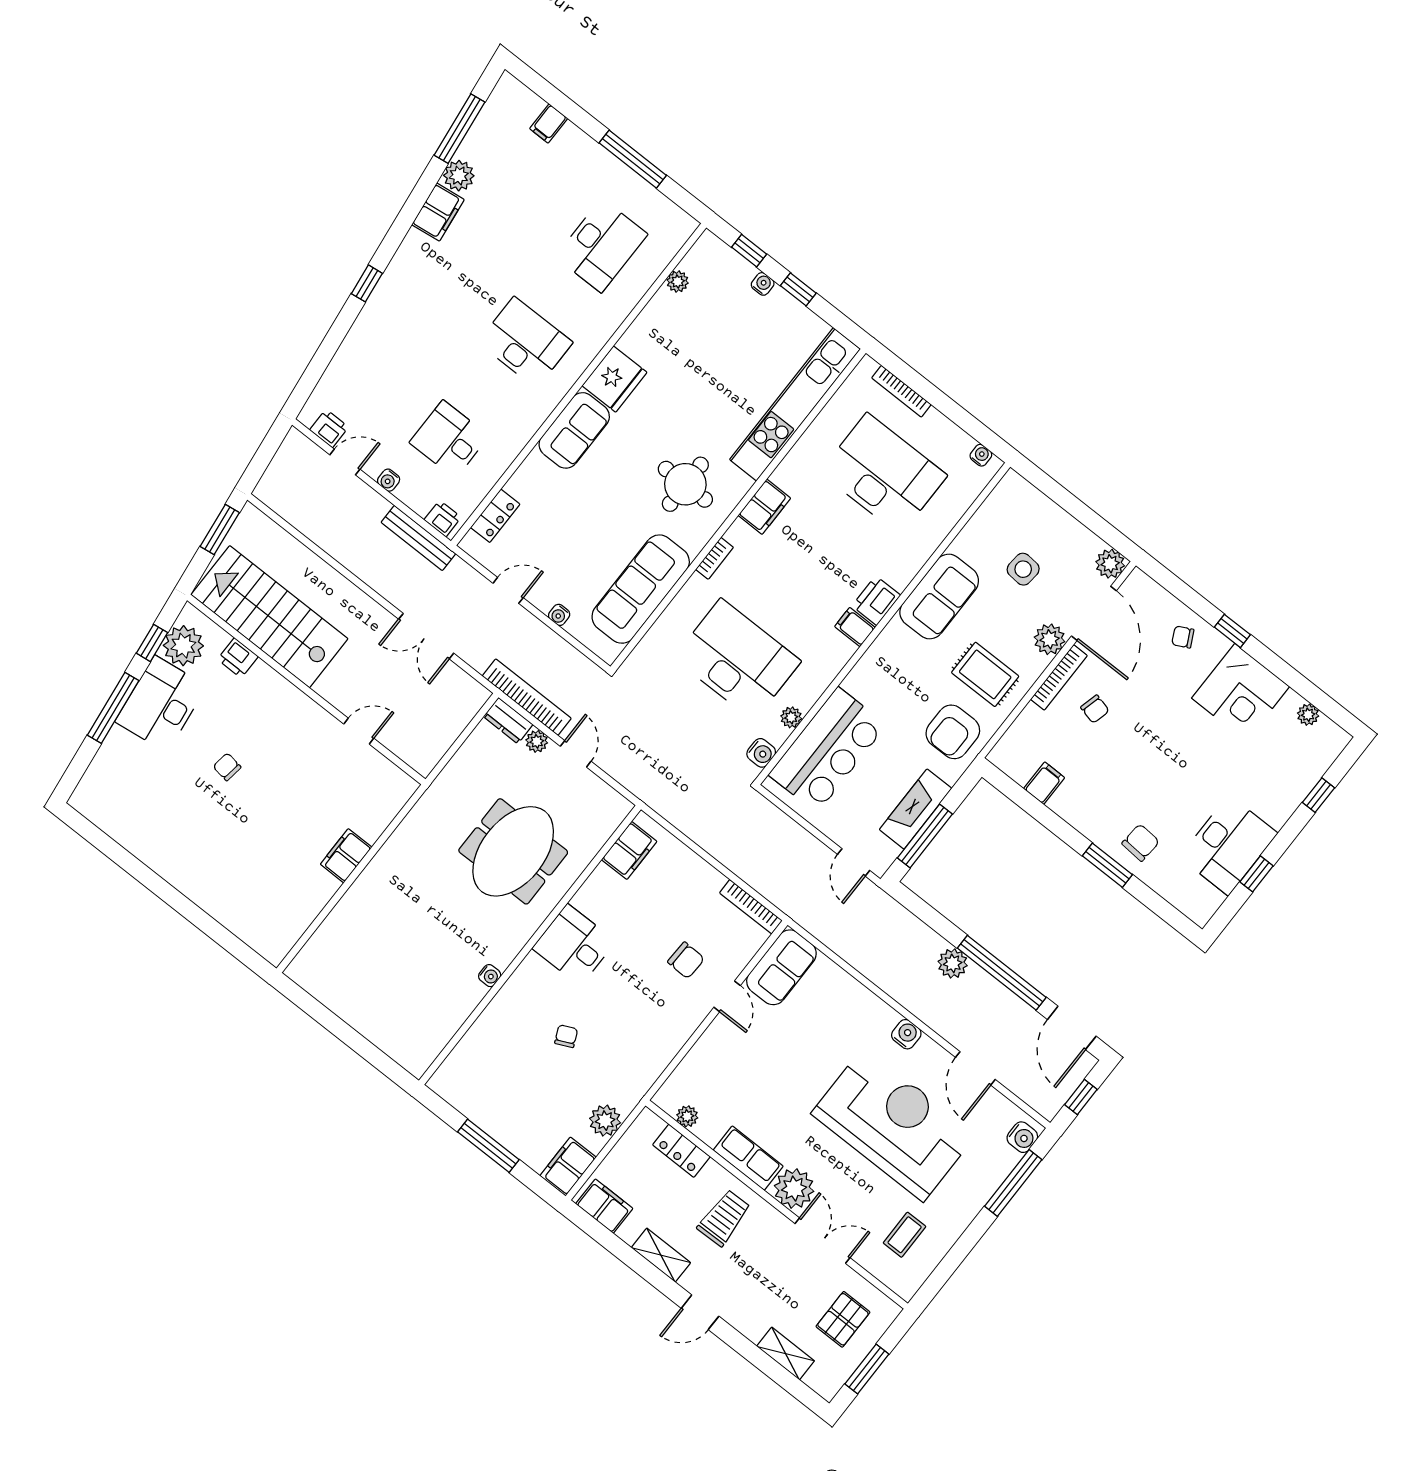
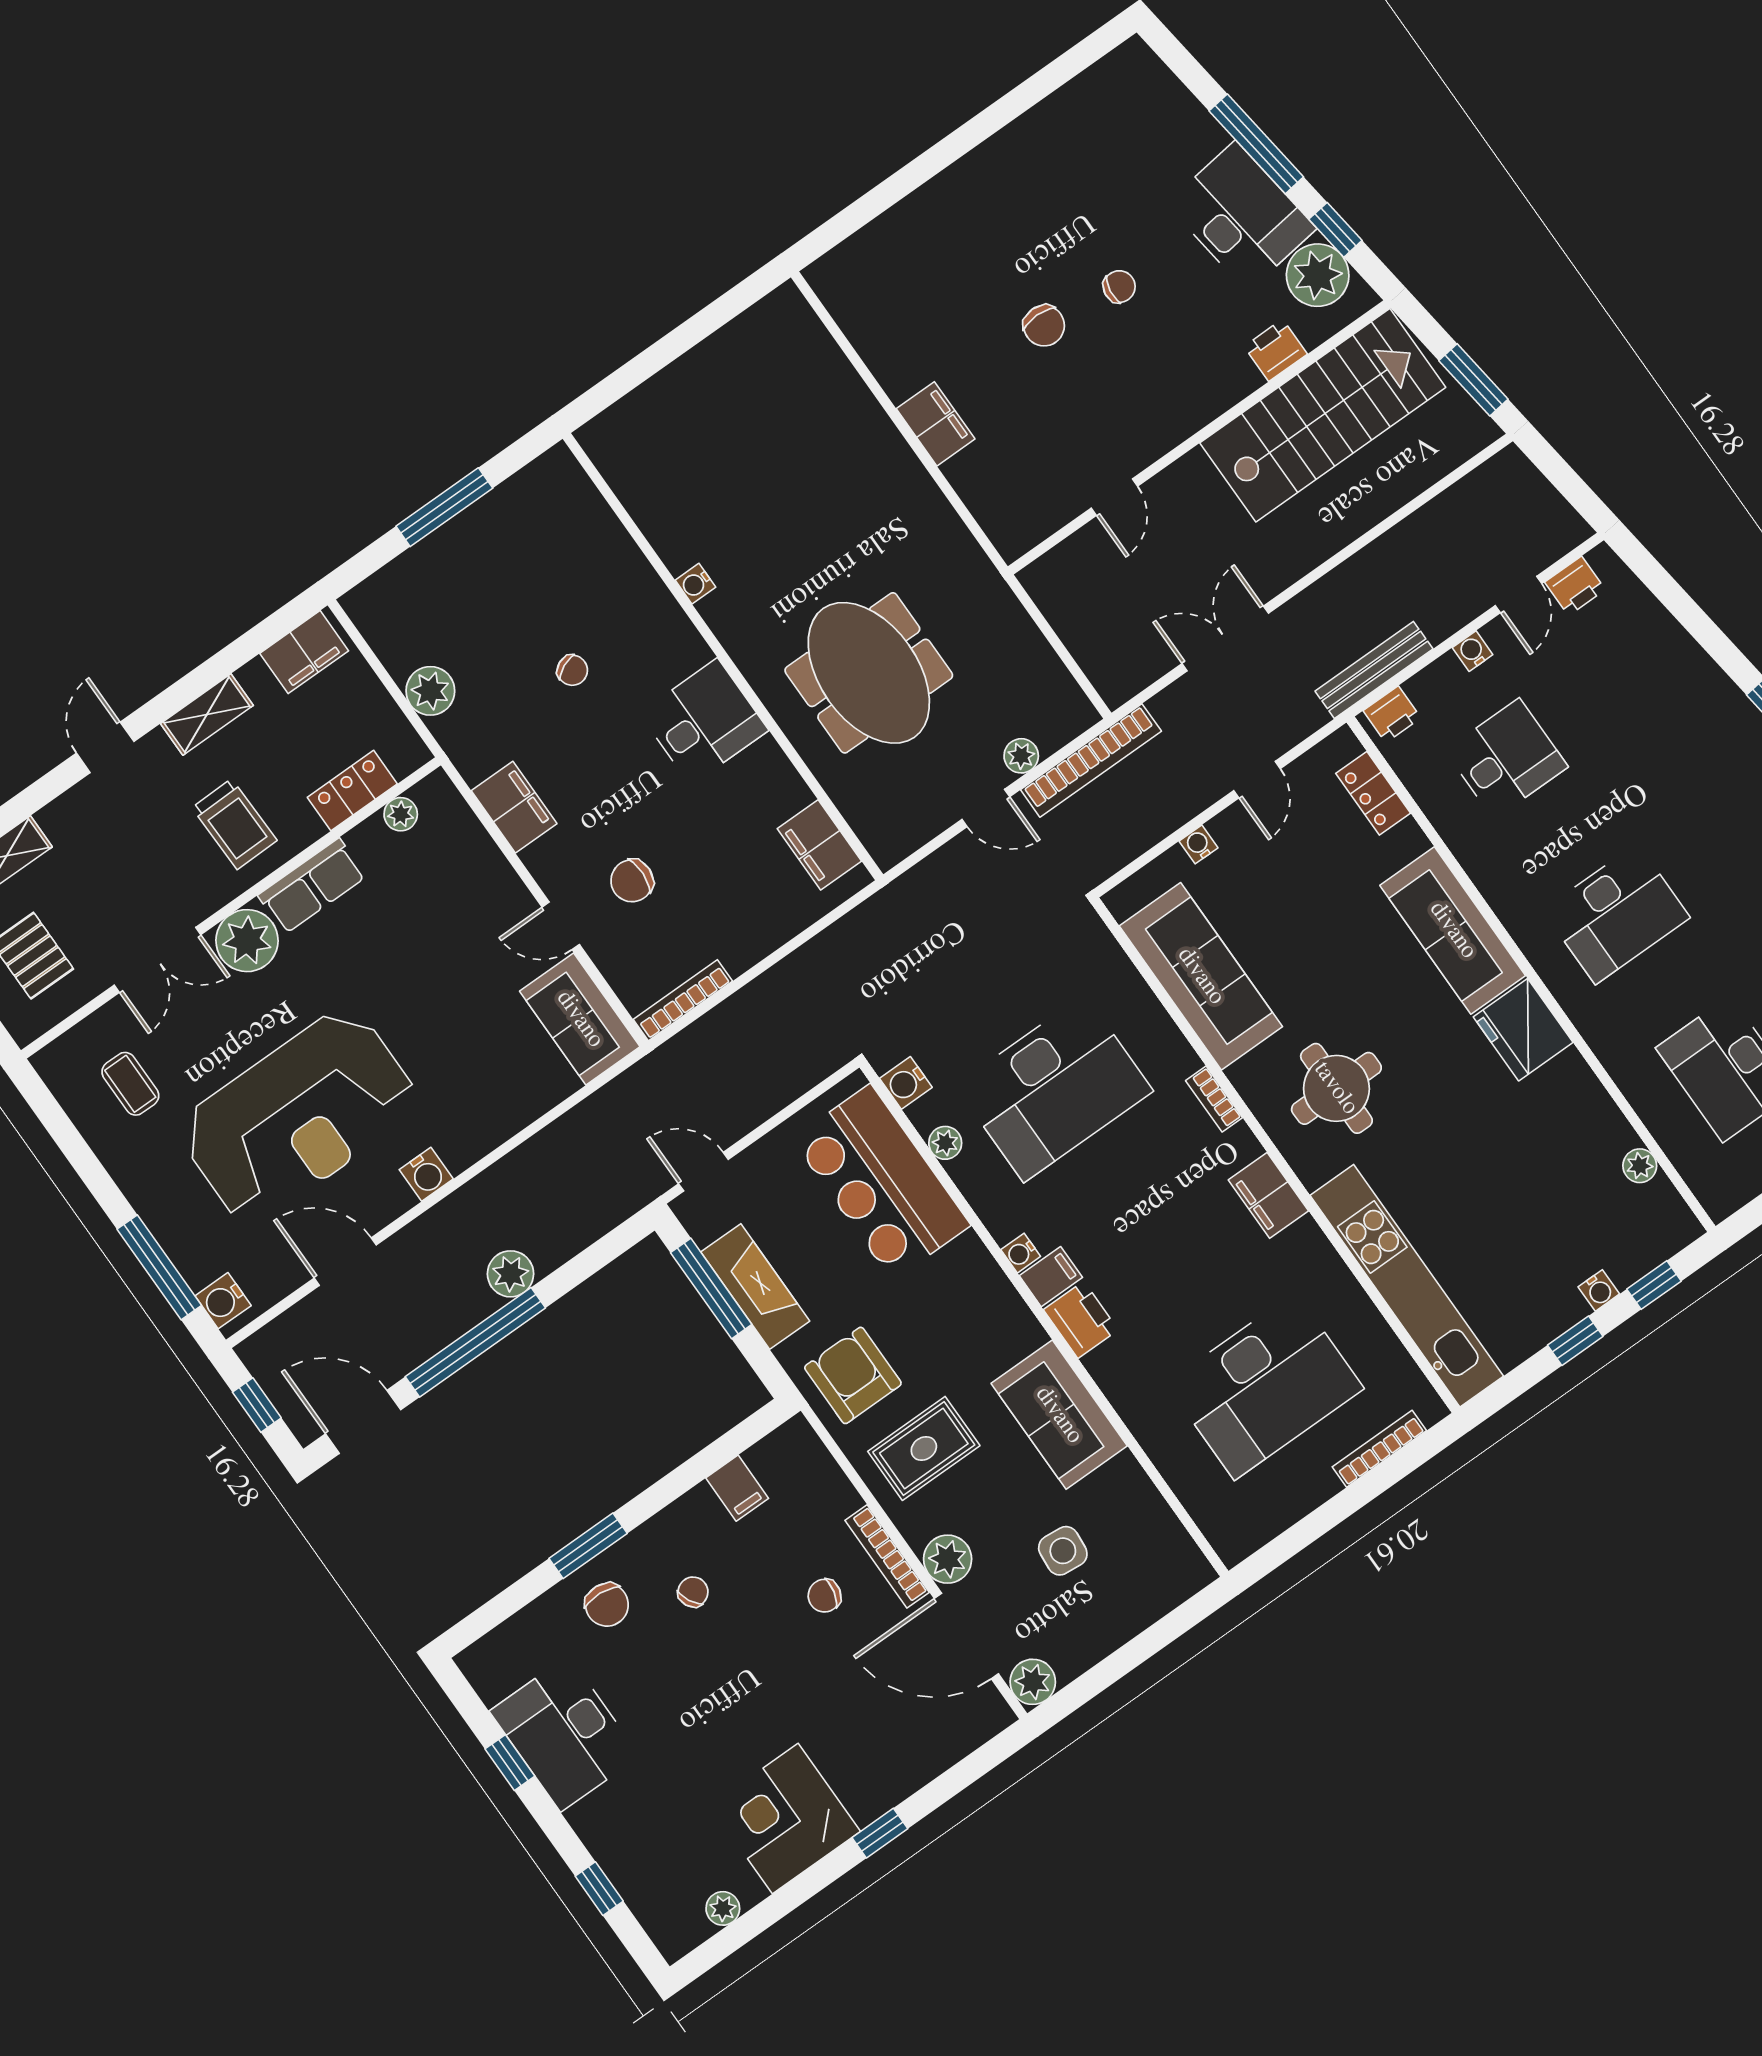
sofa: (574, 430) -> (1453, 930), width x1.36
water cooler: (981, 455) -> (1021, 1253), moved, turned 90
chair: (1183, 637) -> (693, 1592), moved
dresser: (508, 721) -> (1065, 723), removed
chair: (265, 806) -> (1044, 326), added
filing cabinet: (568, 1166) -> (514, 807), moved

